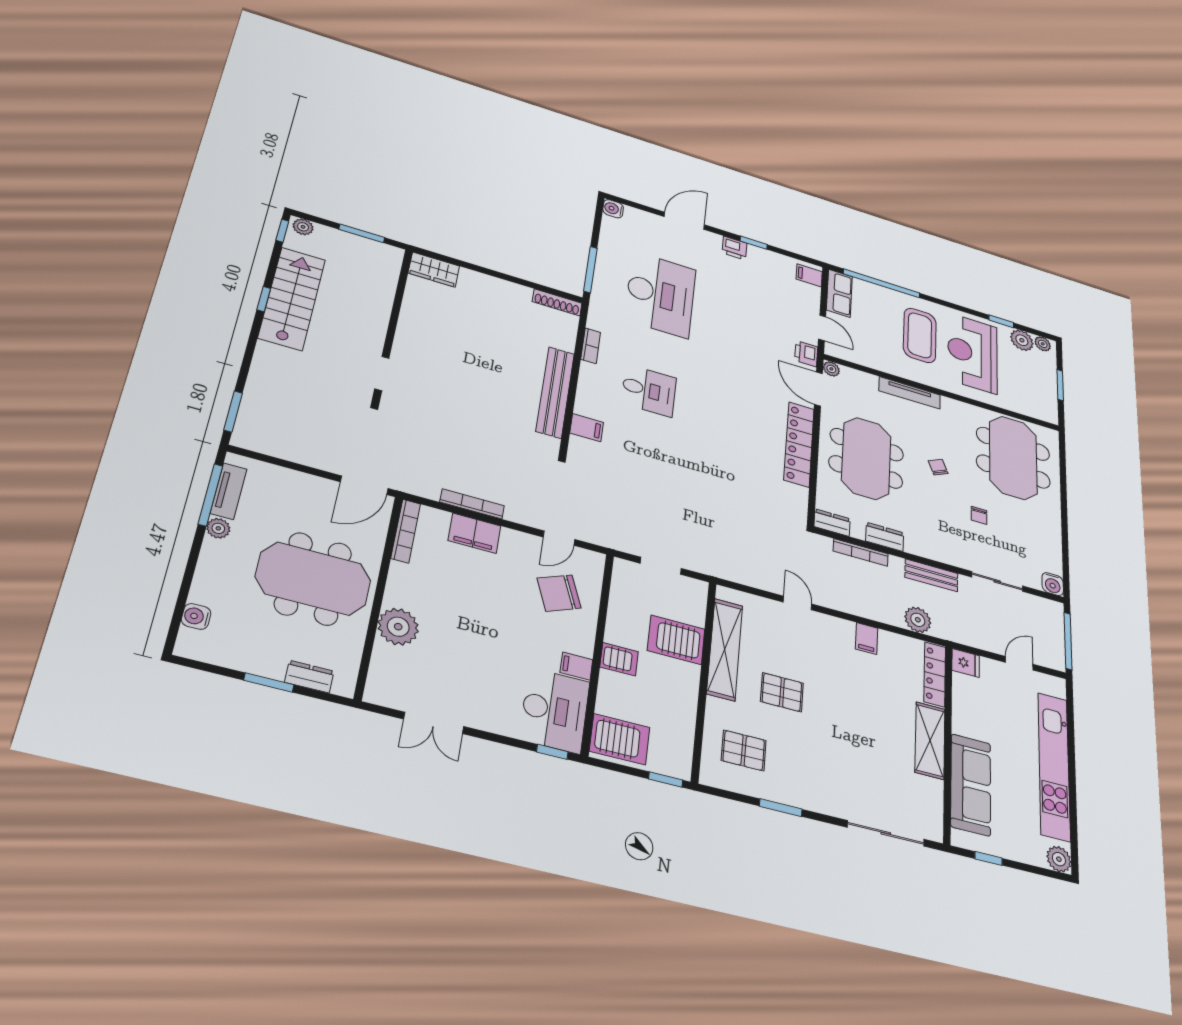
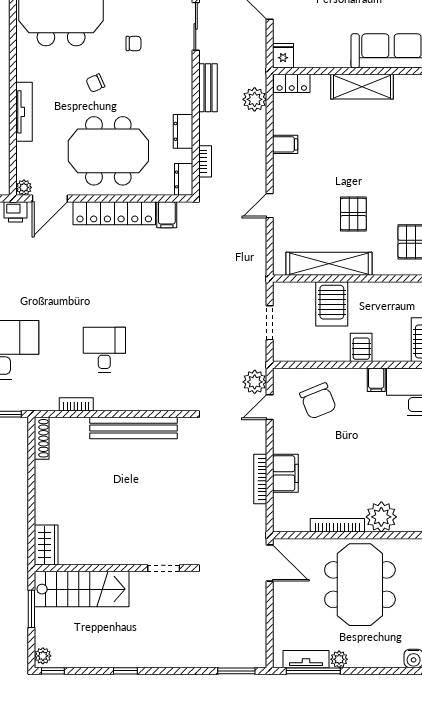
stairs: (292, 298) -> (82, 589), moved, turned 180
filing cabinet: (587, 428) -> (167, 215), moved, turned 180
bookcase: (406, 531) -> (337, 525), moved
plant: (592, 531) -> (255, 382), added
door: (559, 538) -> (270, 407), swing flipped
bookcase: (861, 552) -> (205, 161), width x0.64
locker: (935, 674) -> (292, 83), width x0.66

